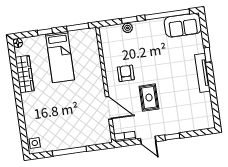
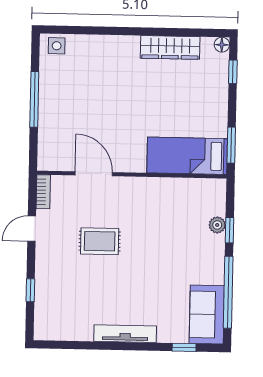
window: (45, 32) -> (233, 72), moved
window: (208, 55) -> (184, 347), moved
bed: (60, 57) -> (187, 156), moved
armchair: (126, 73) -> (145, 210), removed
door: (109, 108) -> (94, 174), swing flipped
window: (172, 137) -> (30, 290), moved

